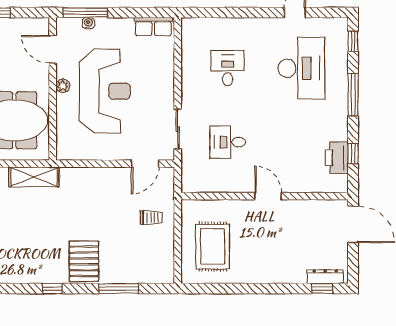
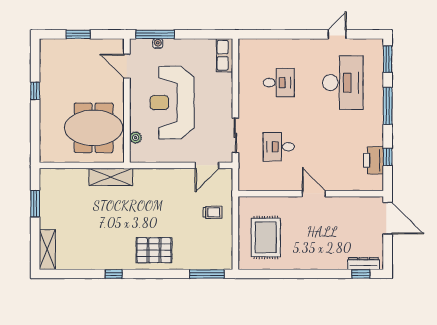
row of seats: (153, 27) -> (225, 55), moved, turned 90
window: (353, 41) -> (388, 59), width x1.50
desk: (228, 68) -> (279, 83), turned 90
plant: (63, 86) -> (136, 138), moved
reception desk: (105, 91) -> (172, 103), turned 180
pallet: (84, 261) -> (154, 250), turned 90
window: (53, 289) -> (114, 274), moved
window: (119, 289) -> (207, 274), moved

